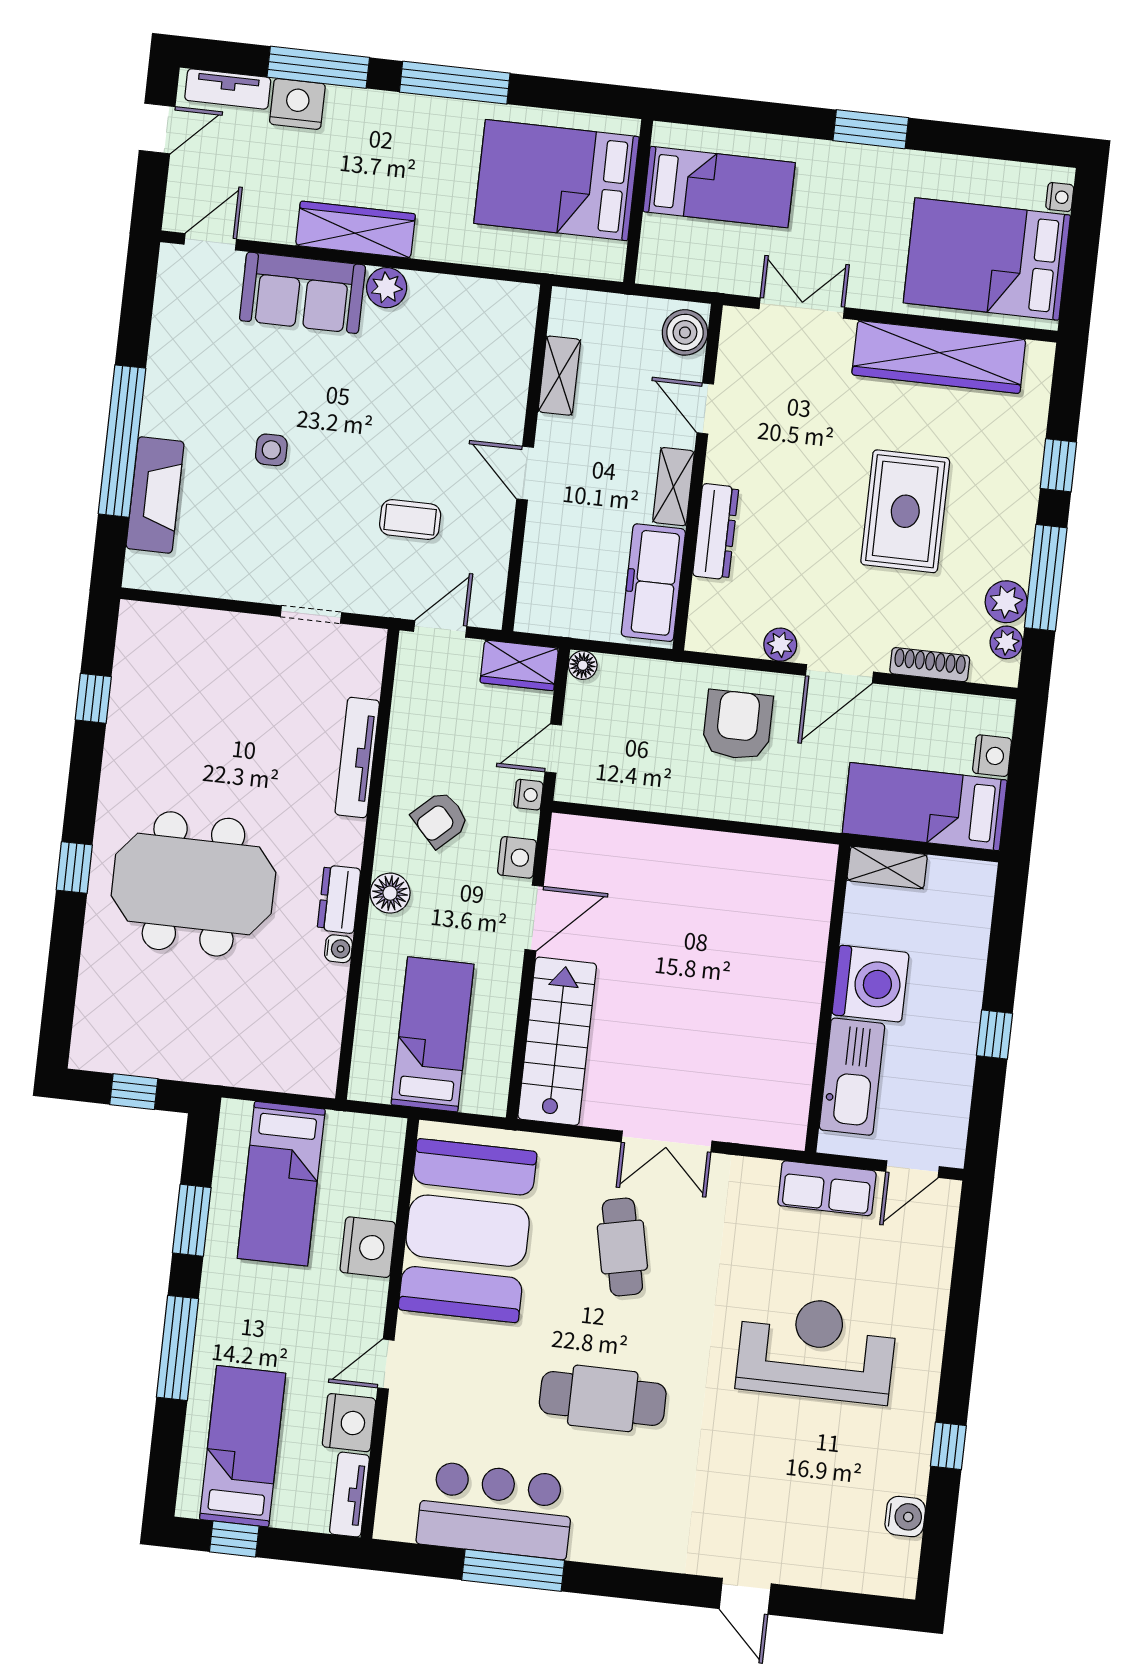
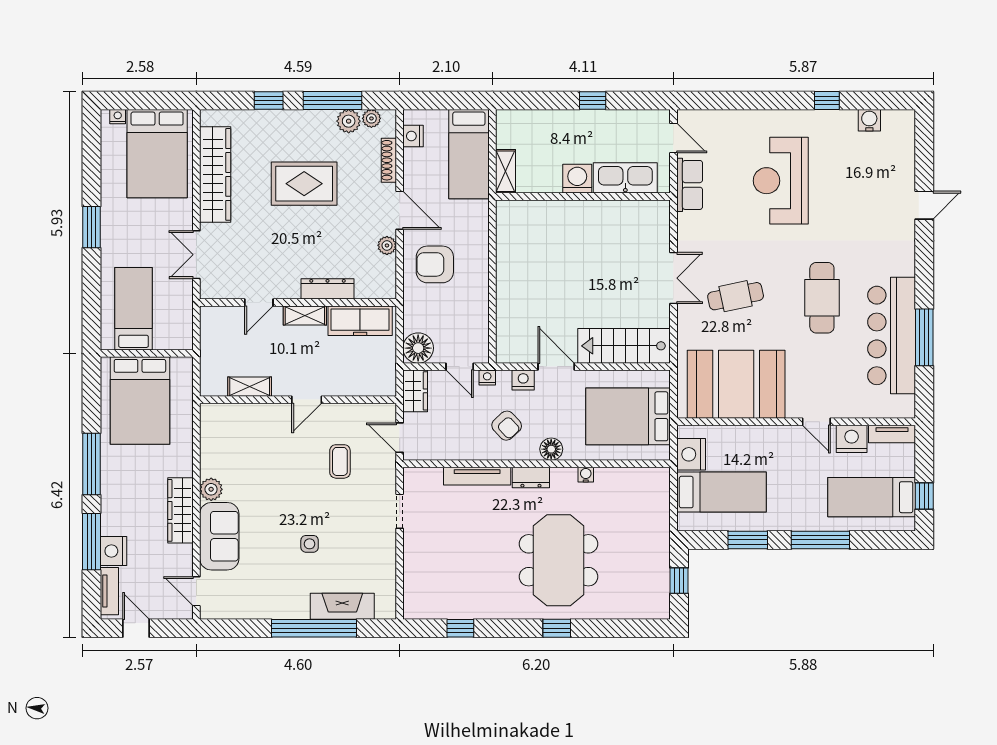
boiler: (685, 332) -> (217, 319), removed
floor lamp: (583, 665) -> (418, 348), width x1.89, depth x1.89
nightstand: (992, 756) -> (413, 136), moved, turned -90
dresser: (339, 899) -> (531, 478), moved
washing machine: (870, 984) -> (577, 179), width x0.73, depth x0.73
bed: (433, 1034) -> (628, 416), width x1.50
nightstand: (368, 1247) -> (691, 454), moved, turned -90
bar counter: (495, 1510) -> (892, 335), width x1.36

